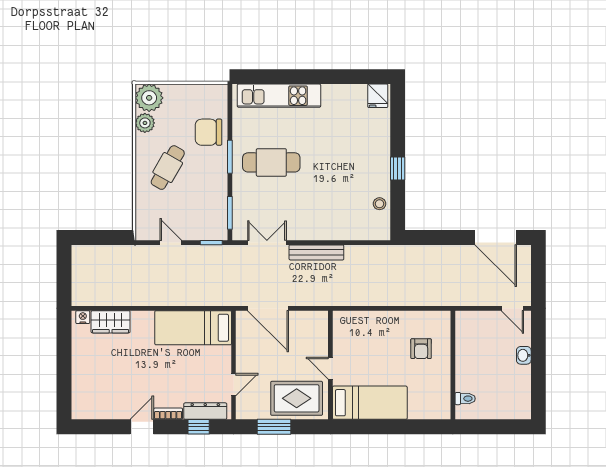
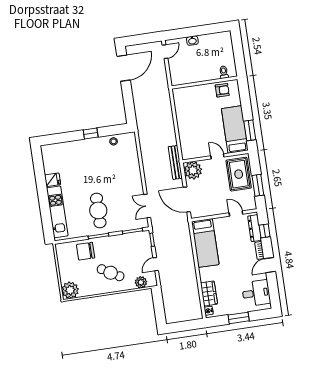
fridge: (378, 96) -> (53, 180), moved
plant: (145, 123) -> (141, 282), moved
chair: (208, 132) -> (86, 251), turned 90
bench: (316, 252) -> (175, 162), moved
door: (268, 308) -> (187, 199), swing flipped
plant: (314, 325) -> (193, 170), added
armchair: (421, 349) -> (222, 90), moved
window: (64, 364) -> (239, 318), added
door: (330, 368) -> (217, 156), swing flipped
desk: (100, 398) -> (256, 293), added
door: (142, 427) -> (270, 265), hinge flipped
window: (365, 427) -> (250, 130), added

